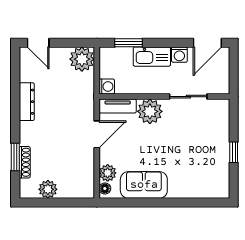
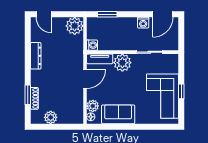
kitchen sink: (152, 57) -> (124, 24), removed
corner sofa: (207, 159) -> (163, 96), added

